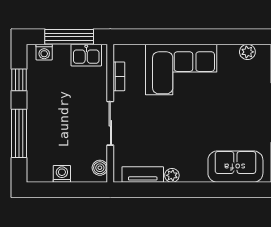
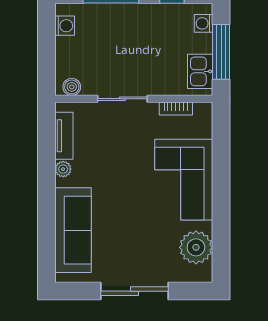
plant: (247, 52) -> (196, 247), width x1.88, depth x1.88
sofa: (235, 167) -> (73, 230), width x1.36
washing machine: (62, 174) -> (65, 26), moved

